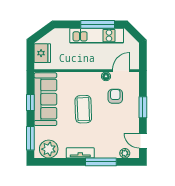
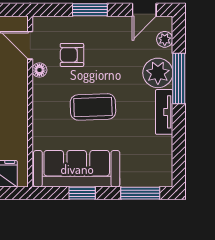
plant: (49, 149) -> (158, 73), moved

